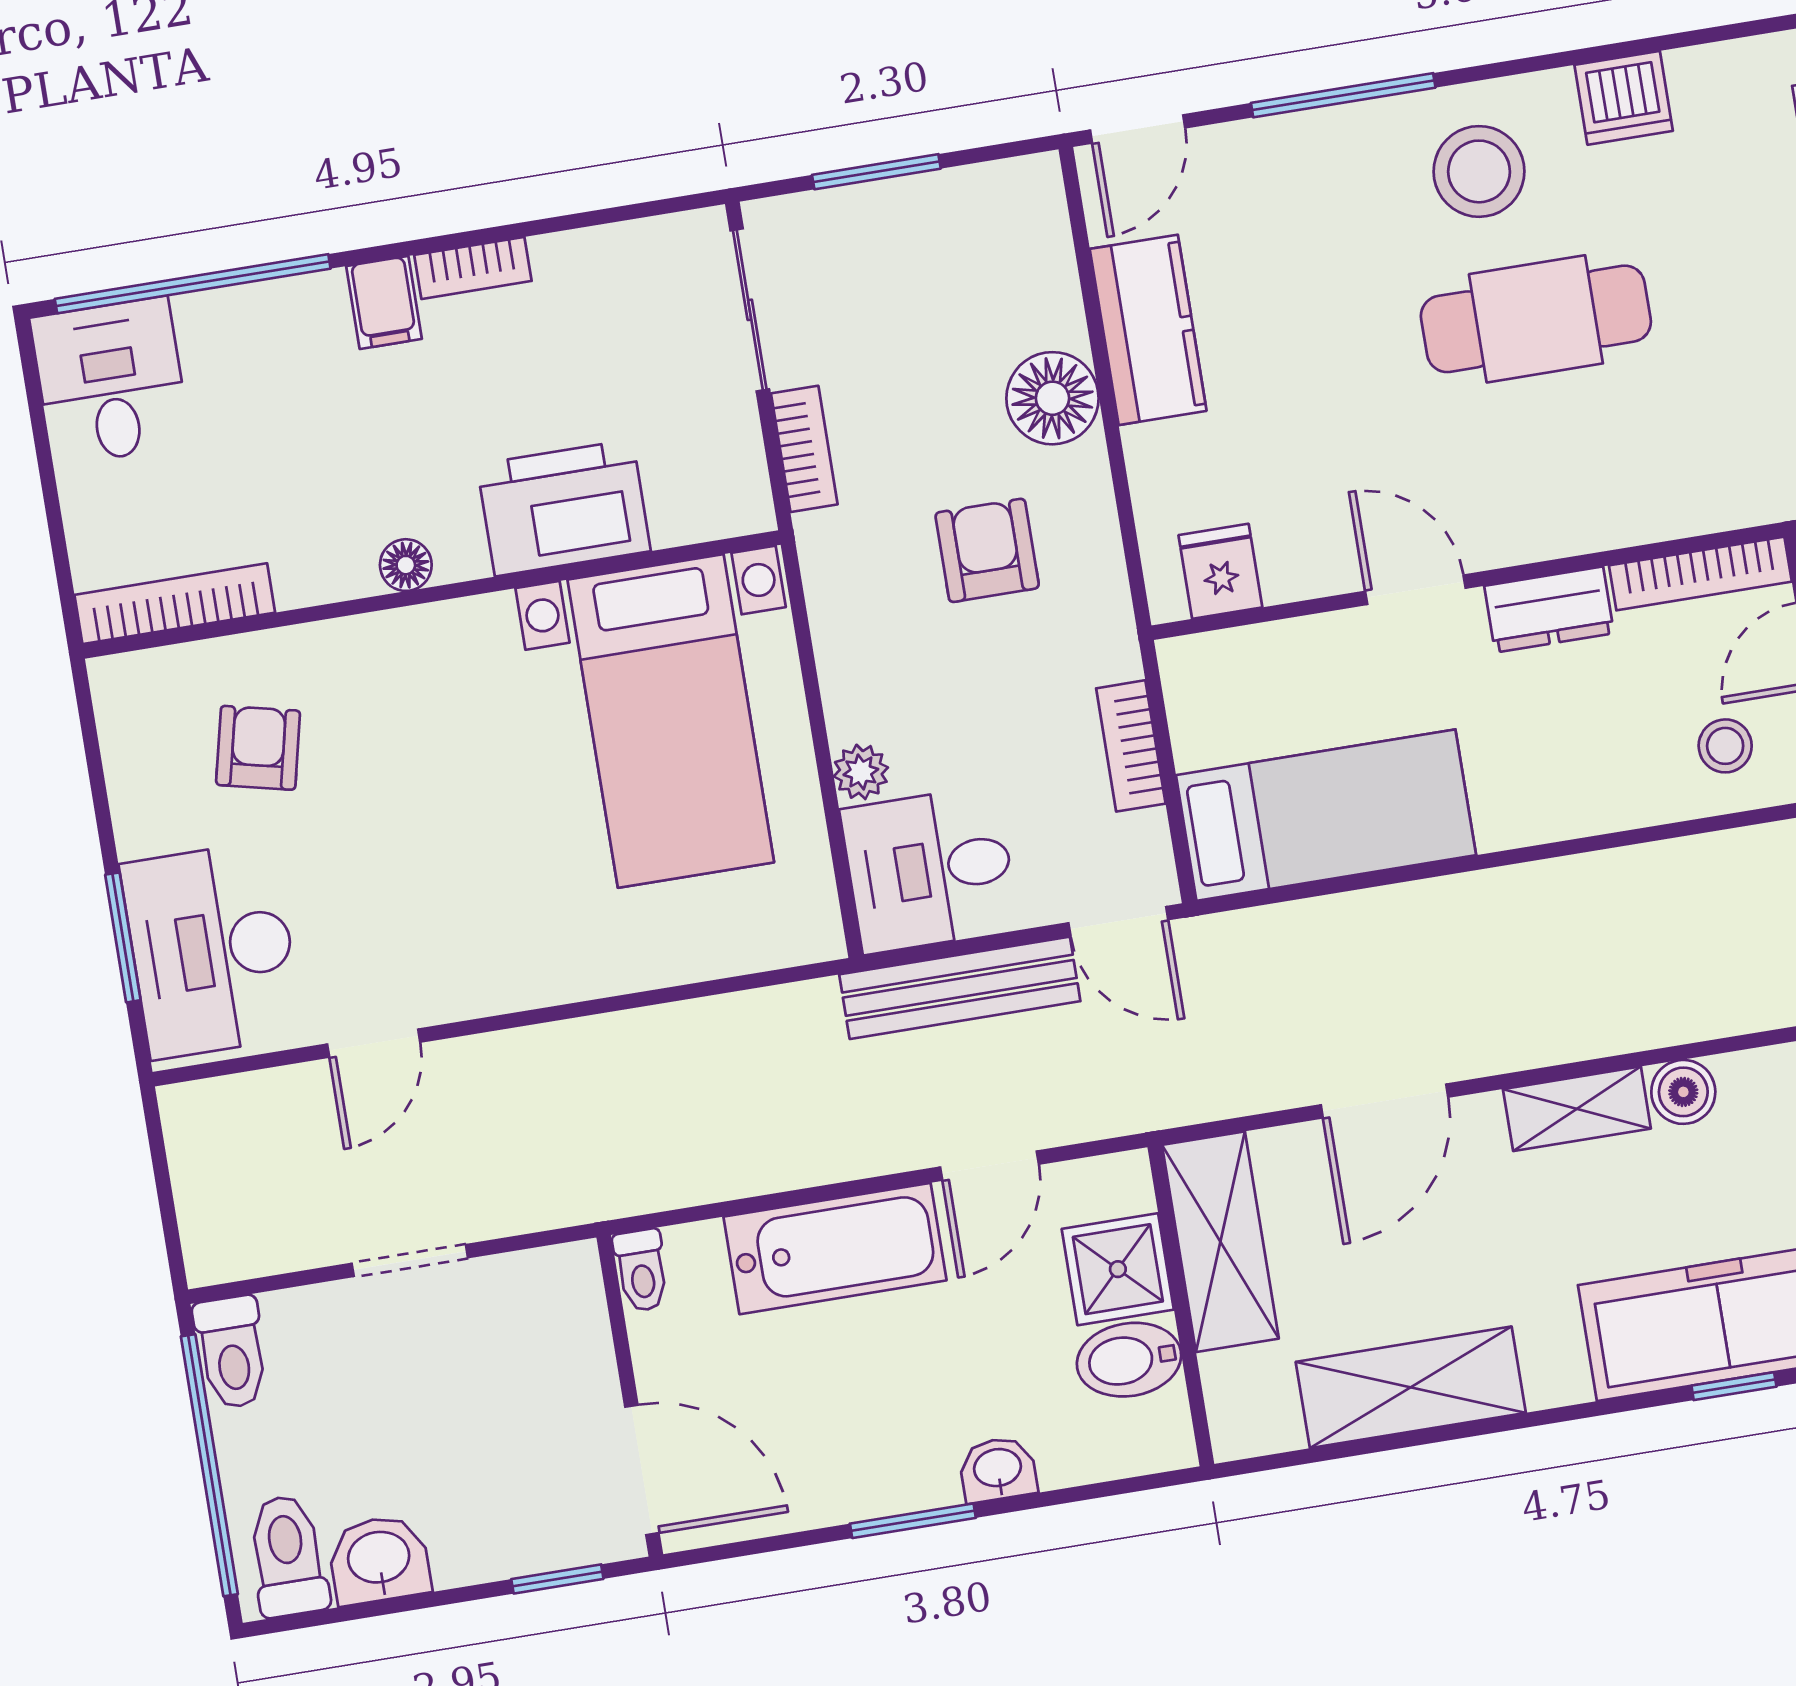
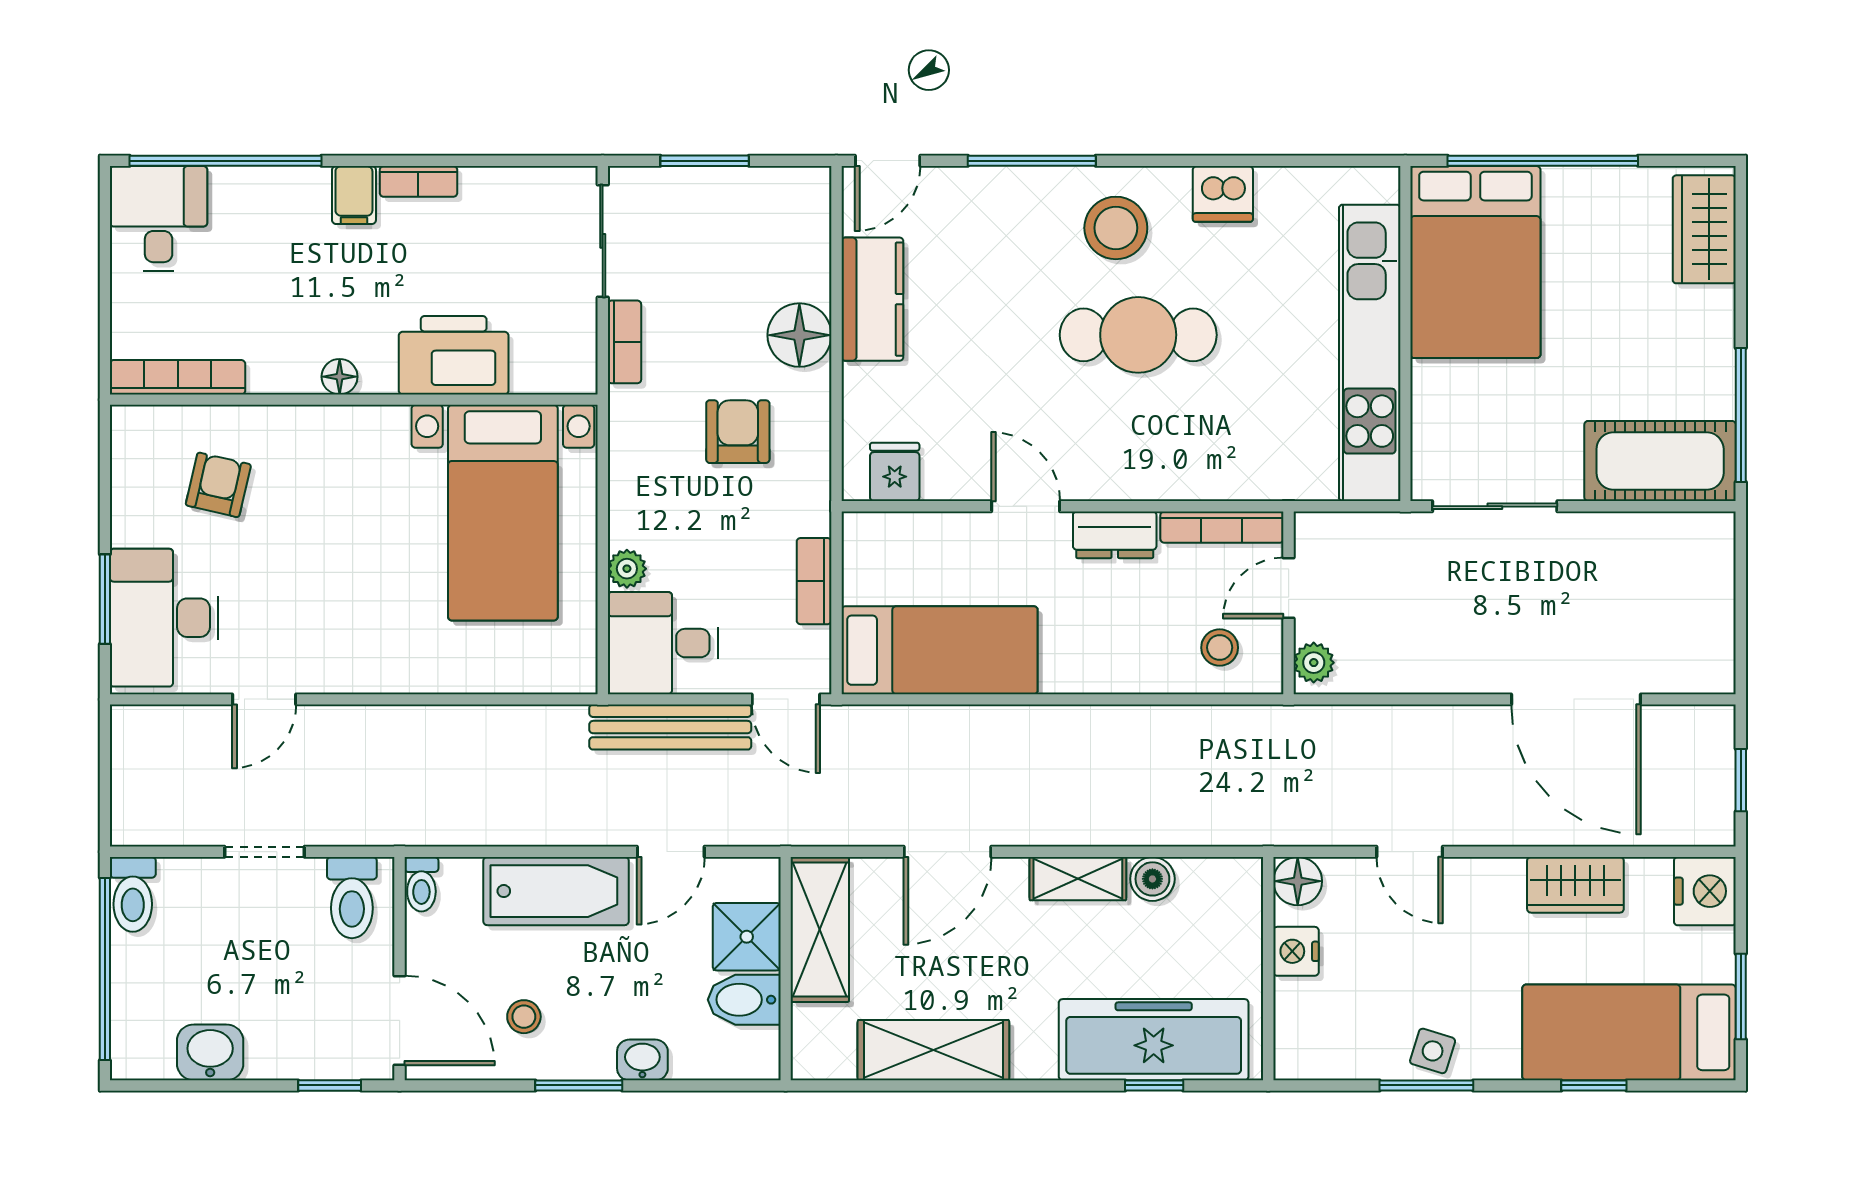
stool: (818, 1435) -> (524, 1017), added
toilet: (288, 1556) -> (352, 898), moved, turned 180

